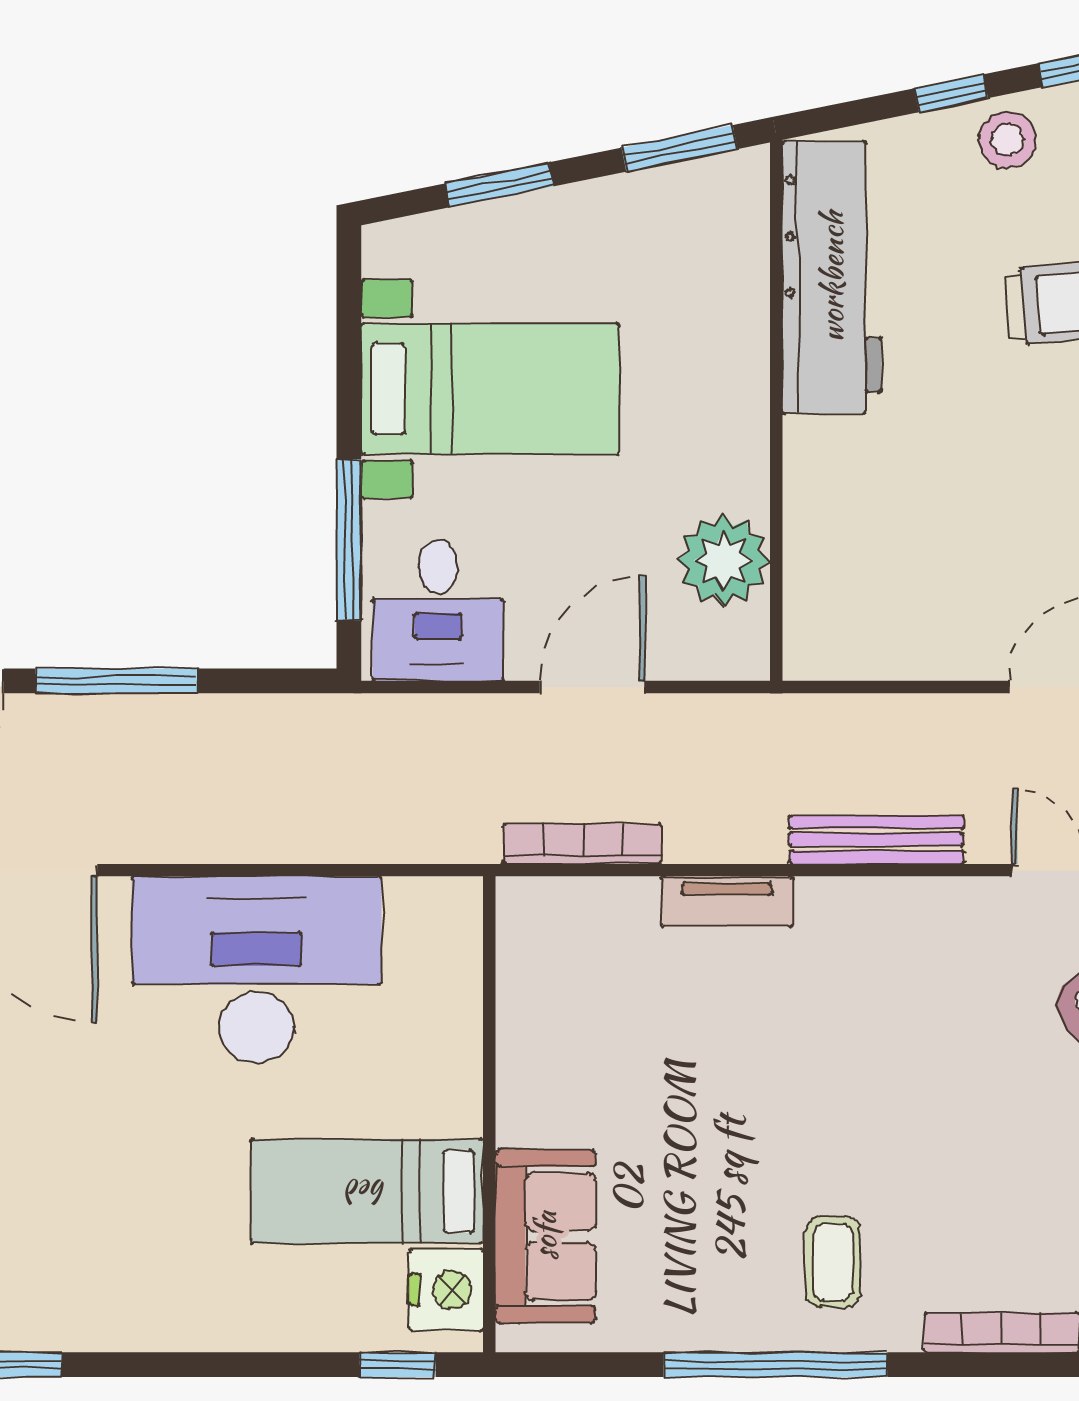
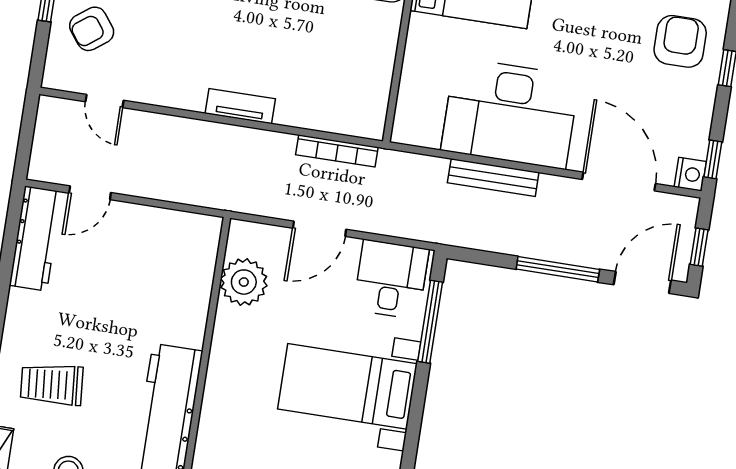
bench: (876, 840) -> (493, 178), moved
tv unit: (727, 901) -> (240, 106), moved

